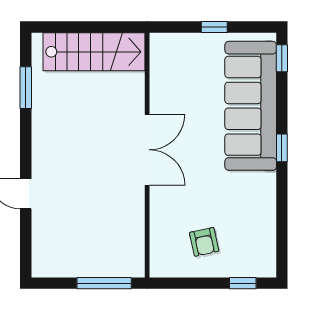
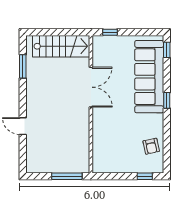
window: (214, 27) -> (110, 32), moved
double door: (147, 150) -> (91, 87), moved
armchair: (204, 242) -> (151, 146), moved

